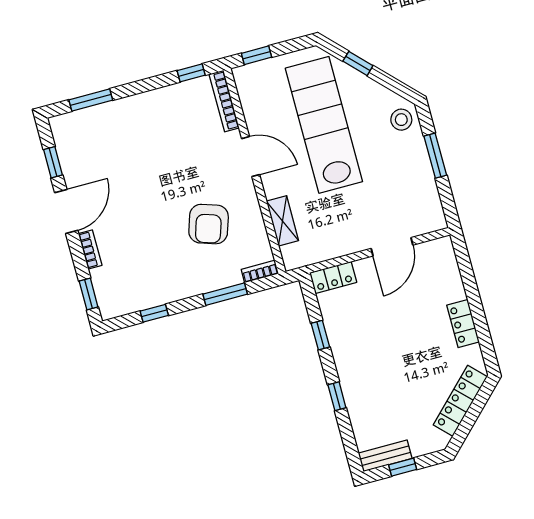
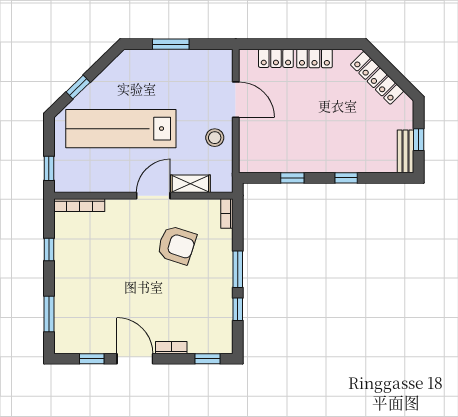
window: (191, 73) -> (49, 250), moved
stool: (401, 120) -> (215, 138), moved
door: (251, 157) -> (153, 196), moved
locker: (333, 277) -> (276, 58), moved, turned 90
window: (225, 294) -> (238, 269), moved

